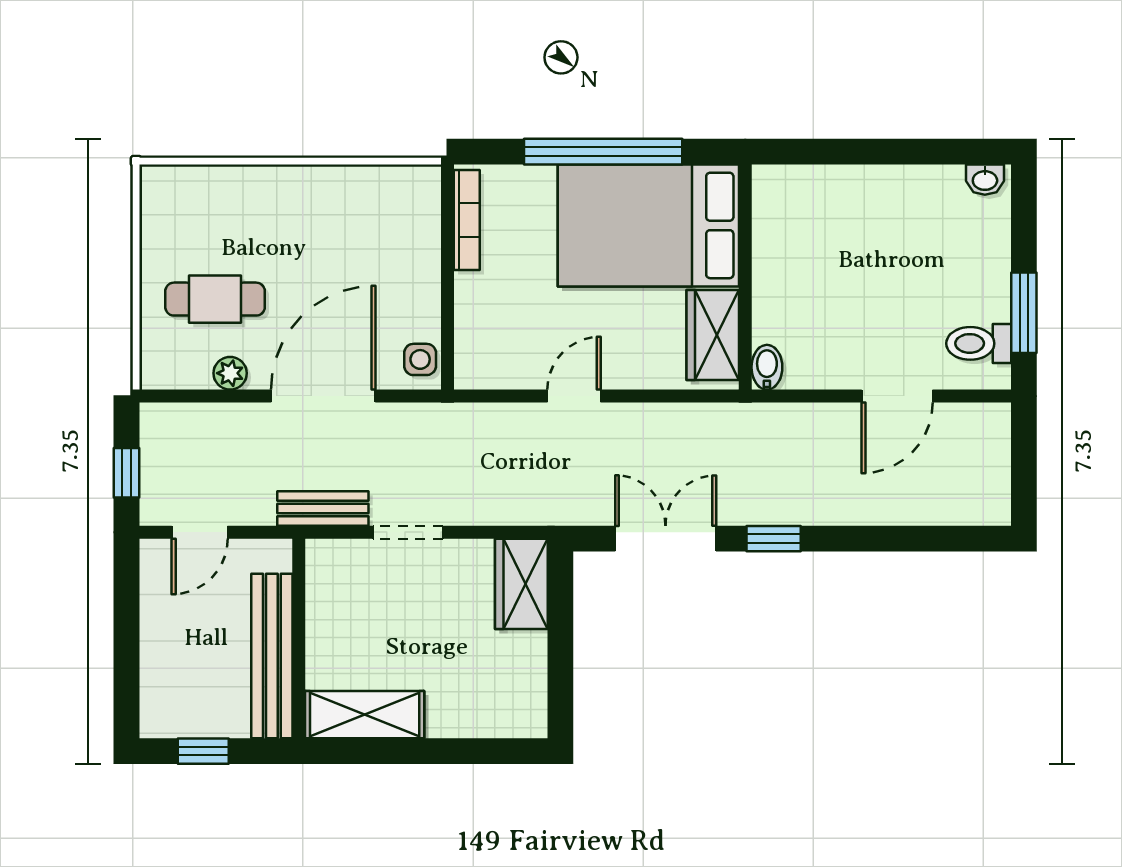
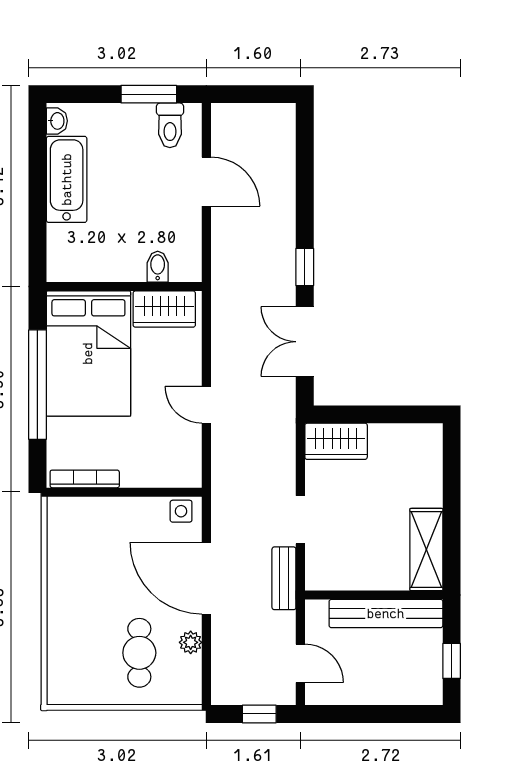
bathtub: (900, 194) -> (67, 179), added
bidet: (767, 367) -> (158, 267), moved, turned 90

